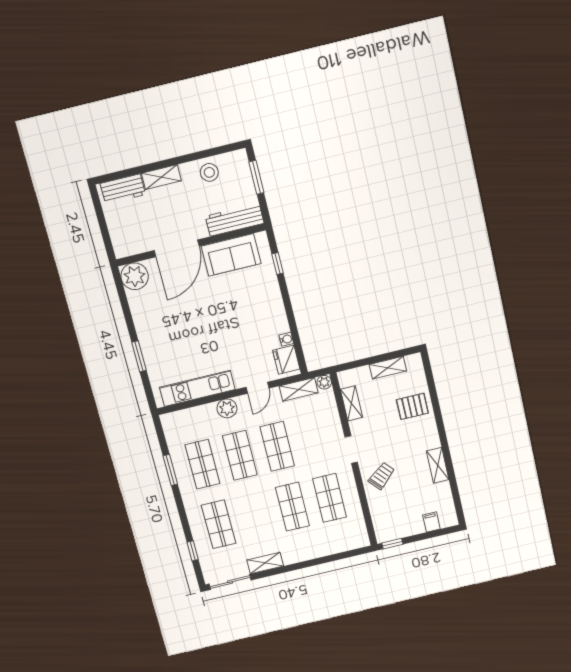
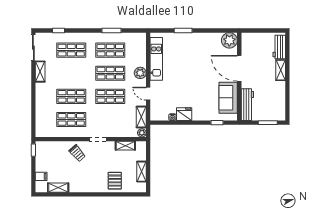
stool: (209, 172) -> (277, 97), removed
fridge: (286, 360) -> (184, 114), moved
shelving: (438, 465) -> (58, 188), moved

